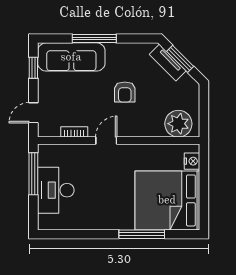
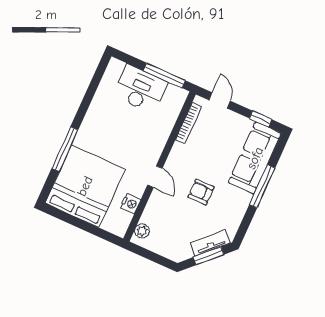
plant: (178, 124) -> (142, 231), width x0.53, depth x0.53
bookcase: (74, 132) -> (189, 123), width x1.56
door: (106, 141) -> (155, 177), moved
nightstand: (192, 161) -> (131, 203), moved, turned -90

